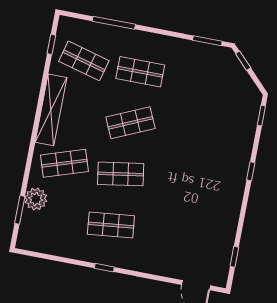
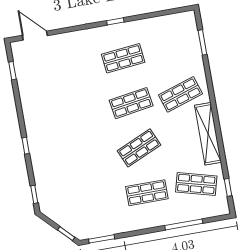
plant: (36, 199) -> (193, 56), removed

